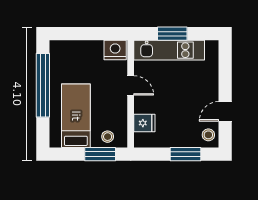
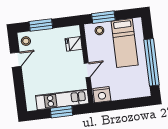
door: (131, 85) -> (87, 70), swing flipped

